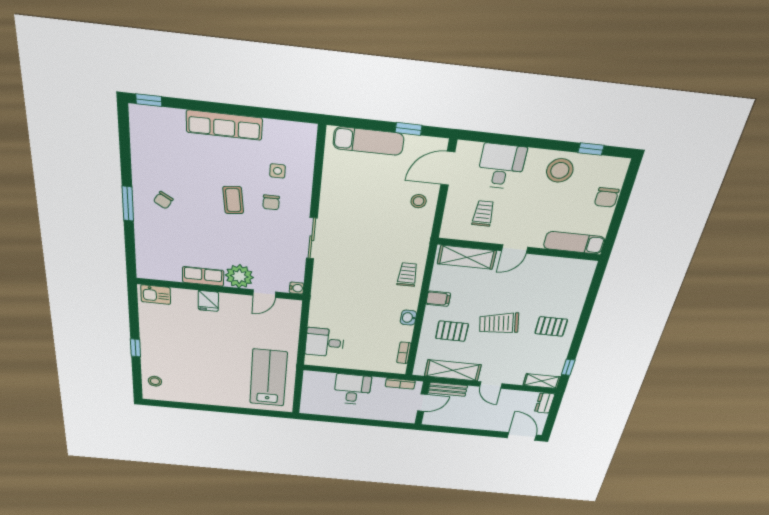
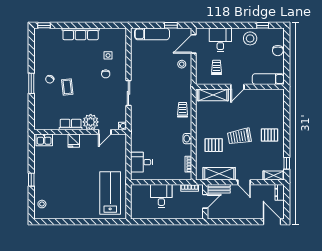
coffee table: (233, 200) -> (67, 87), moved
filing cabinet: (438, 299) -> (202, 124), removed

